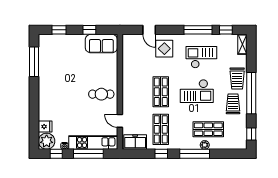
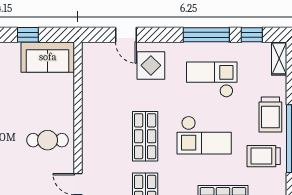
trolley: (233, 104) -> (264, 156), turned -90

